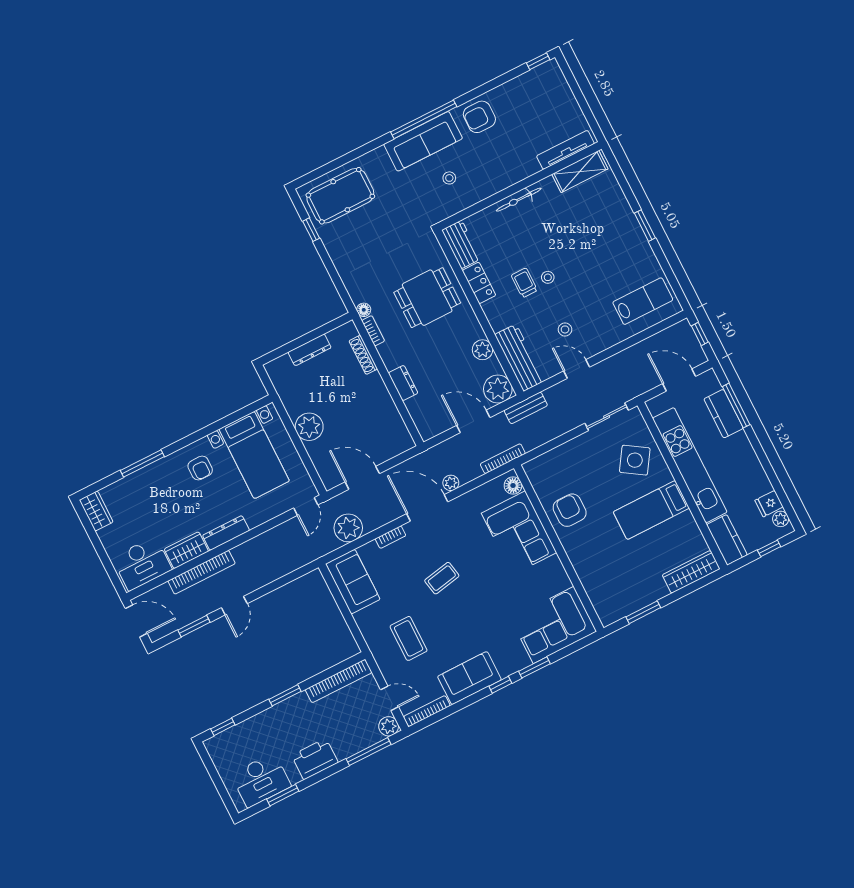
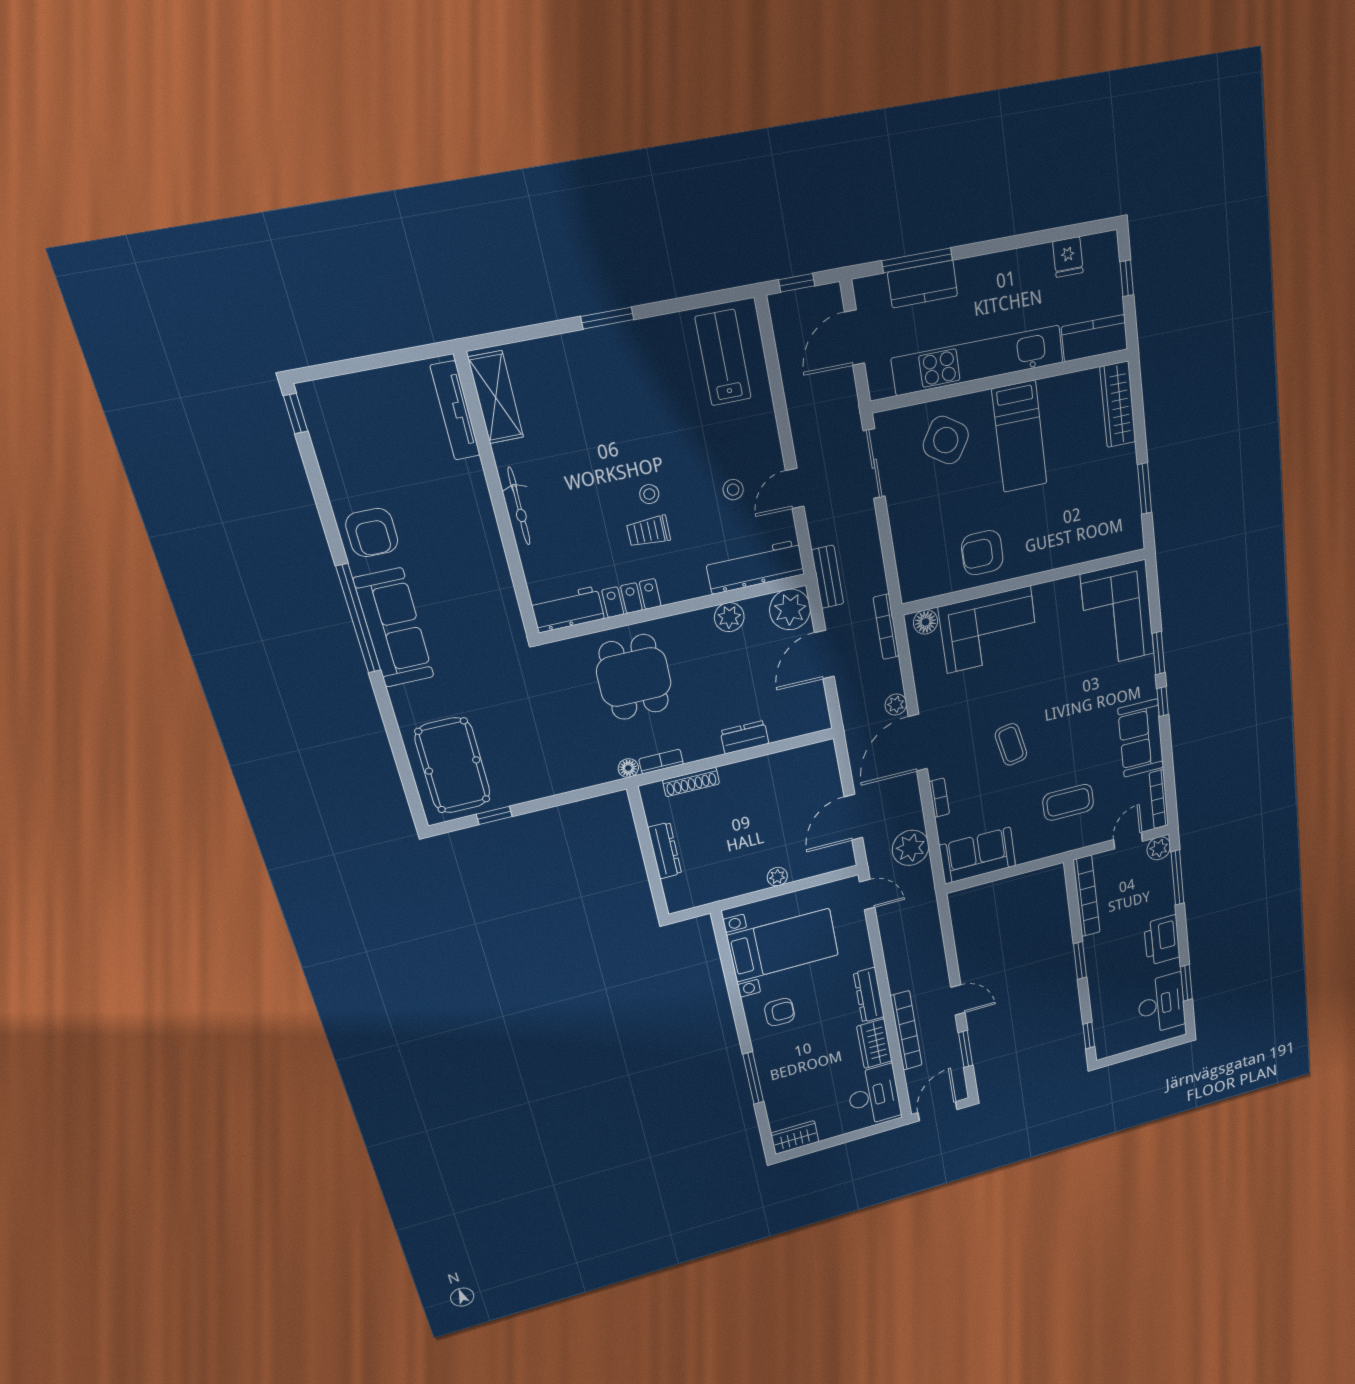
stool: (449, 178) -> (461, 603), removed
plant: (309, 427) -> (777, 877), width x0.53, depth x0.53
plant: (781, 519) -> (1094, 246), removed

